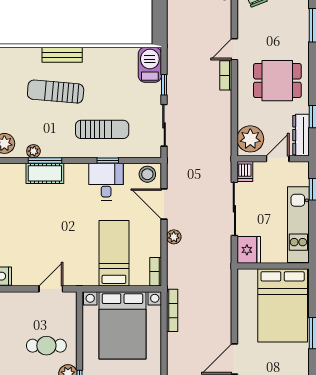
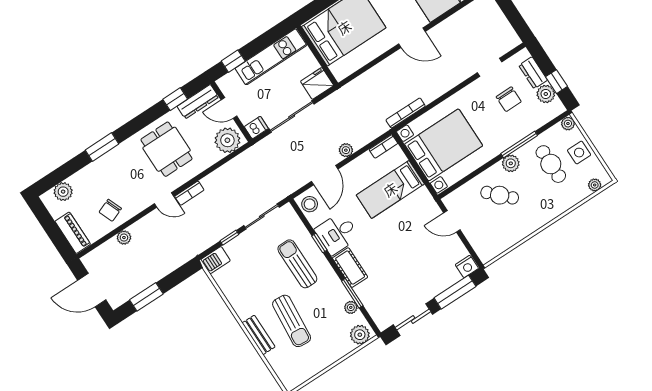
barbecue: (150, 65) -> (215, 260), width x0.73, depth x0.79
cot: (45, 173) -> (350, 268), moved
cafe table: (46, 346) -> (500, 195), turned -45

